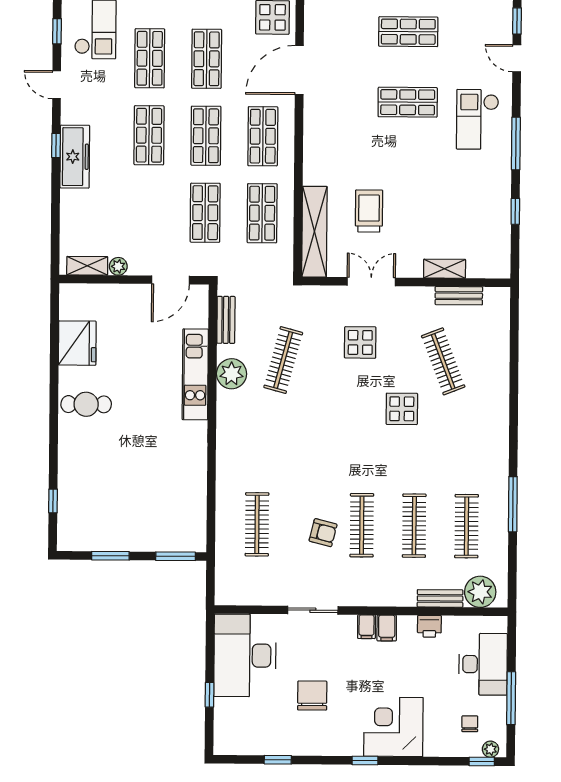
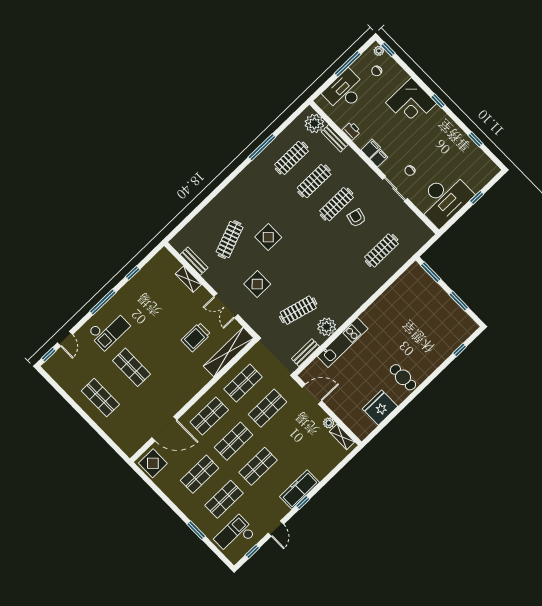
chair: (312, 696) -> (410, 171), moved, width x0.54, depth x0.54

